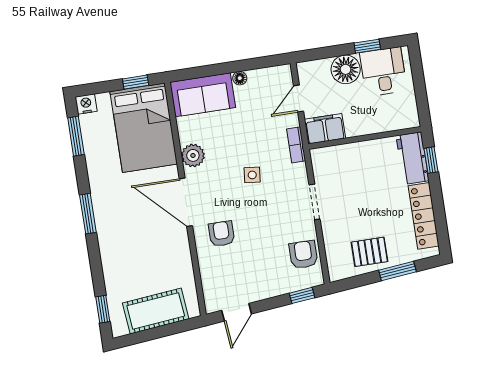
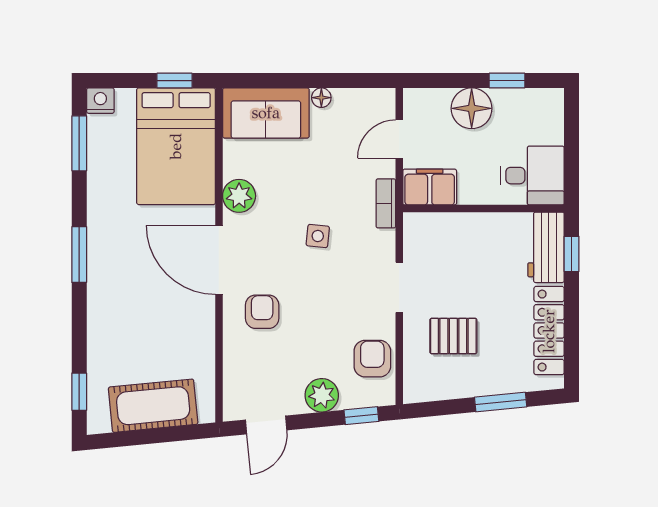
desk: (383, 72) -> (532, 176), moved, turned 90
pallet: (369, 252) -> (453, 336), moved
plant: (272, 286) -> (322, 395), added

